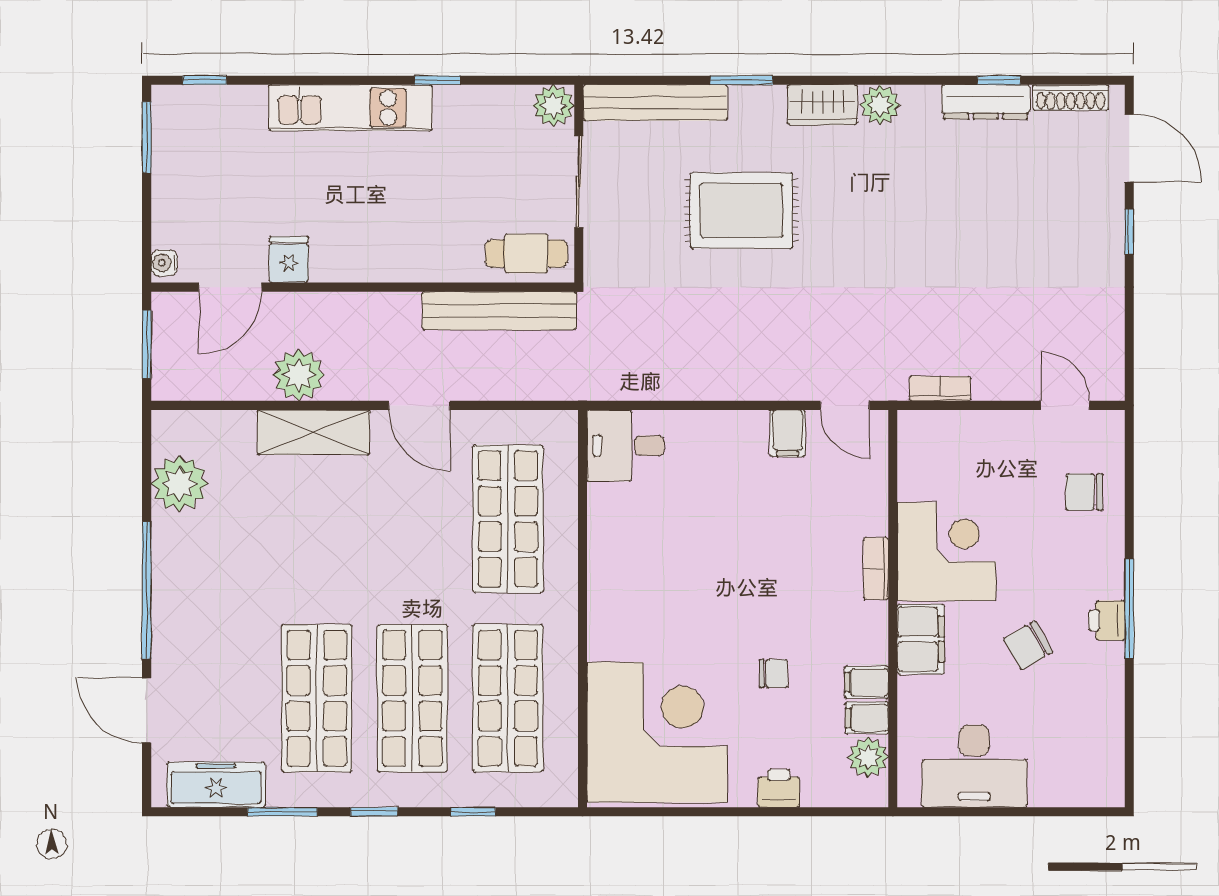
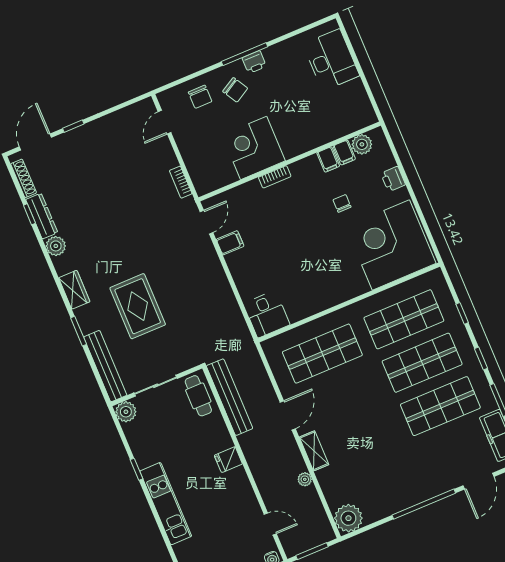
plant: (880, 105) -> (56, 246), moved
fridge: (289, 260) -> (228, 460), moved
door: (230, 287) -> (270, 524), width x0.73
plant: (299, 375) -> (305, 479), width x0.53, depth x0.53
shelving: (314, 432) -> (314, 451), width x0.67, depth x0.75
plant: (179, 484) -> (348, 518), moved
filing cabinet: (921, 639) -> (298, 143), removed
chair: (1028, 645) -> (235, 90), moved
desk: (974, 766) -> (331, 60), moved

